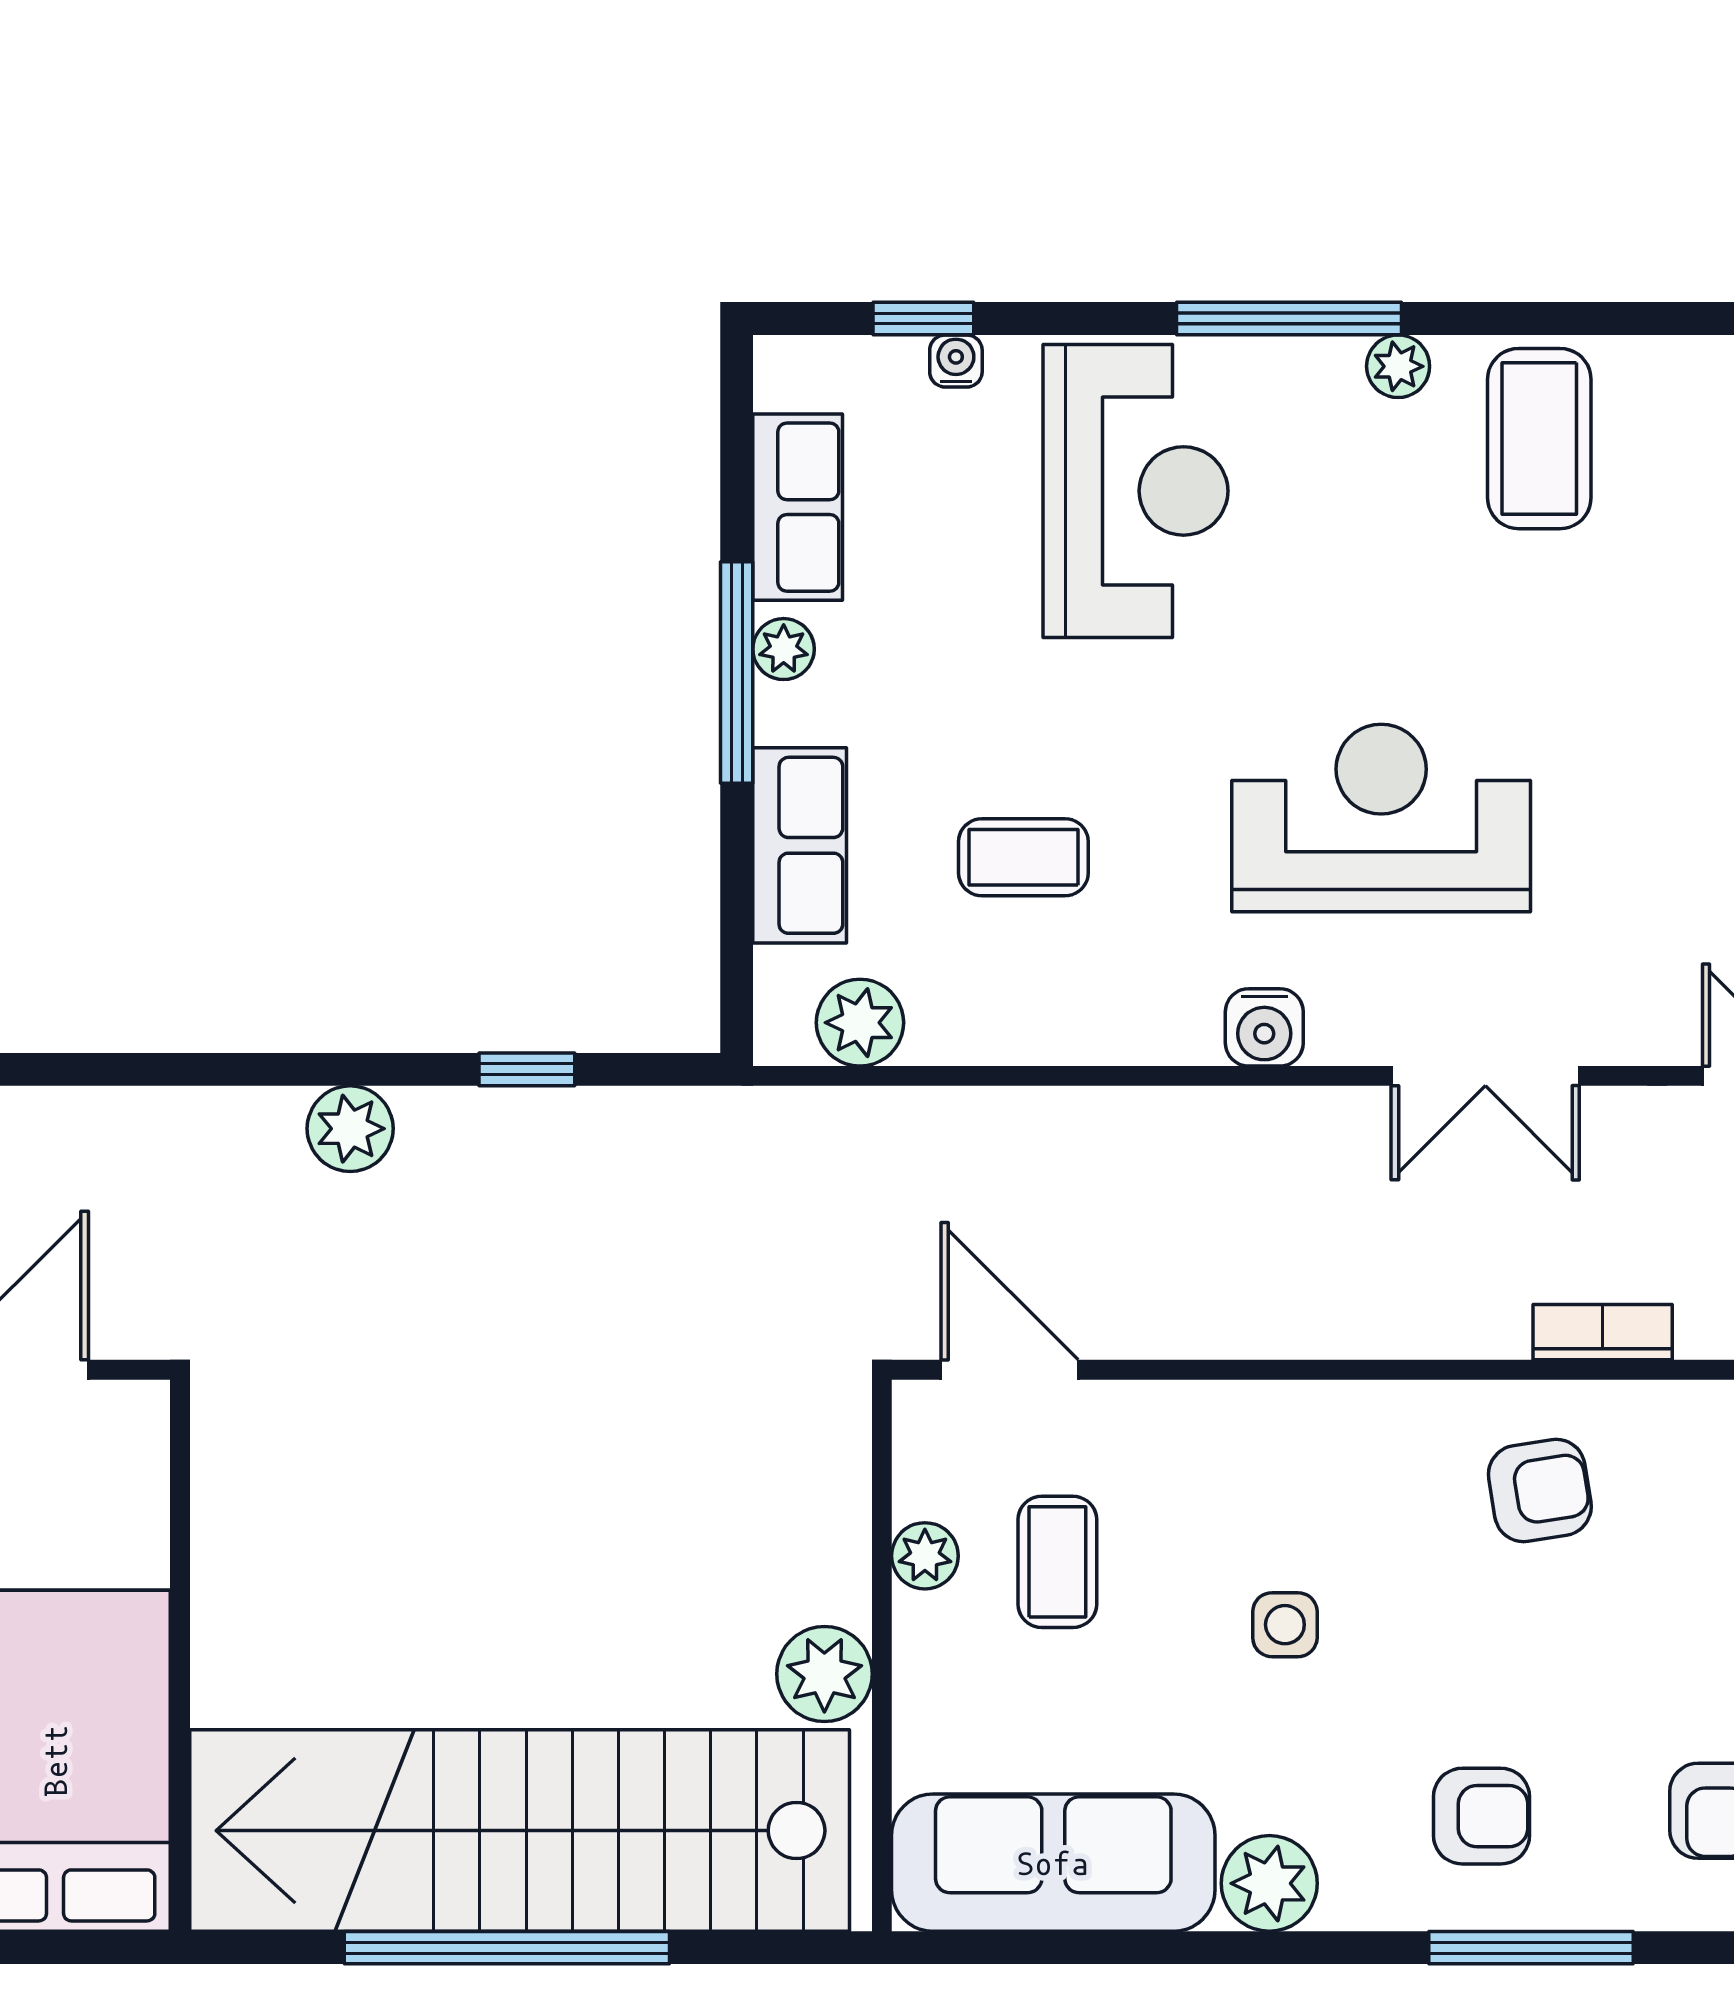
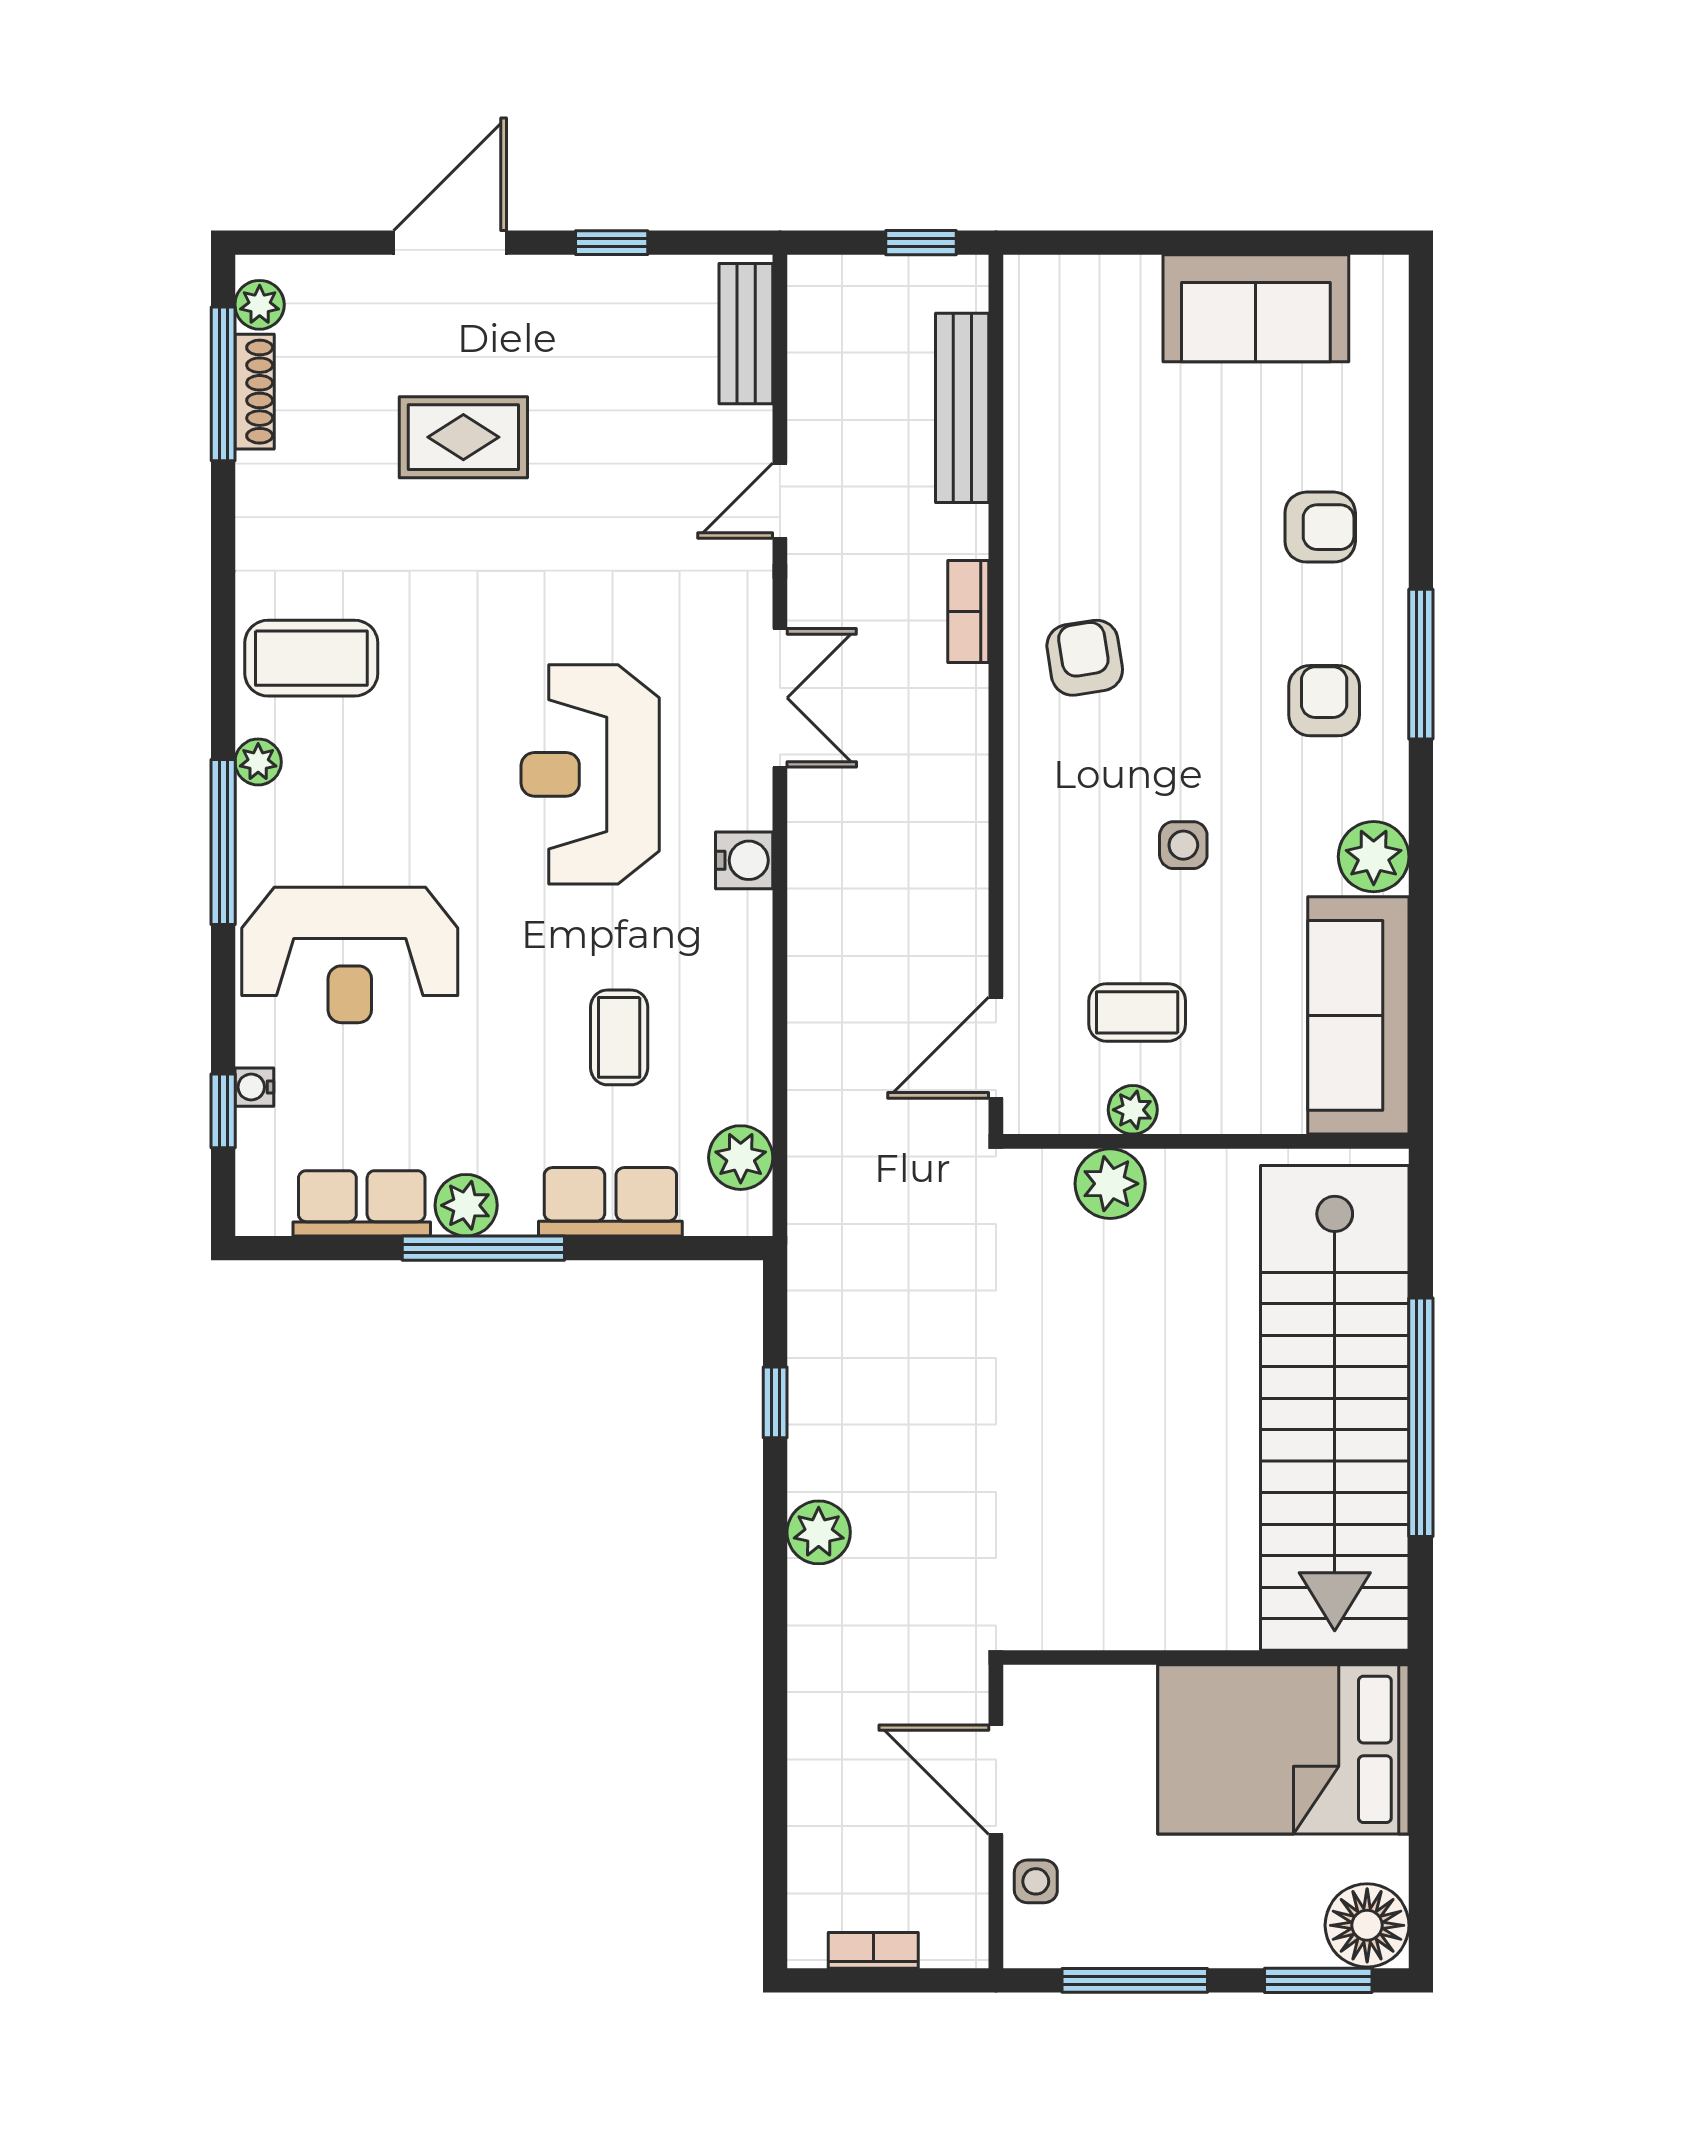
reception desk: (1136, 491) -> (350, 955), turned 180
plant: (784, 649) -> (466, 1205), width x1.38, depth x1.38
plant: (824, 1674) -> (1110, 1184), moved

